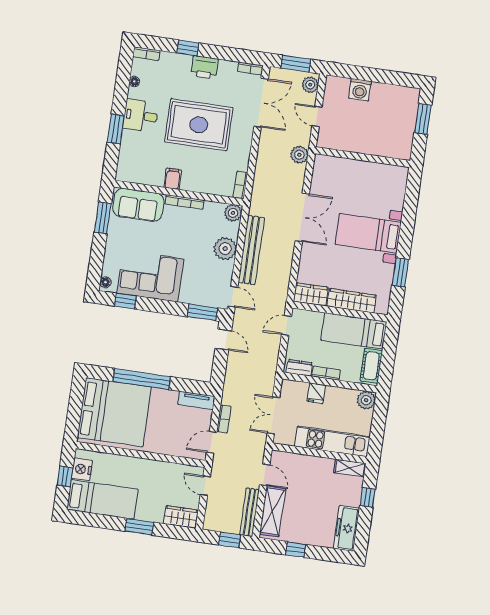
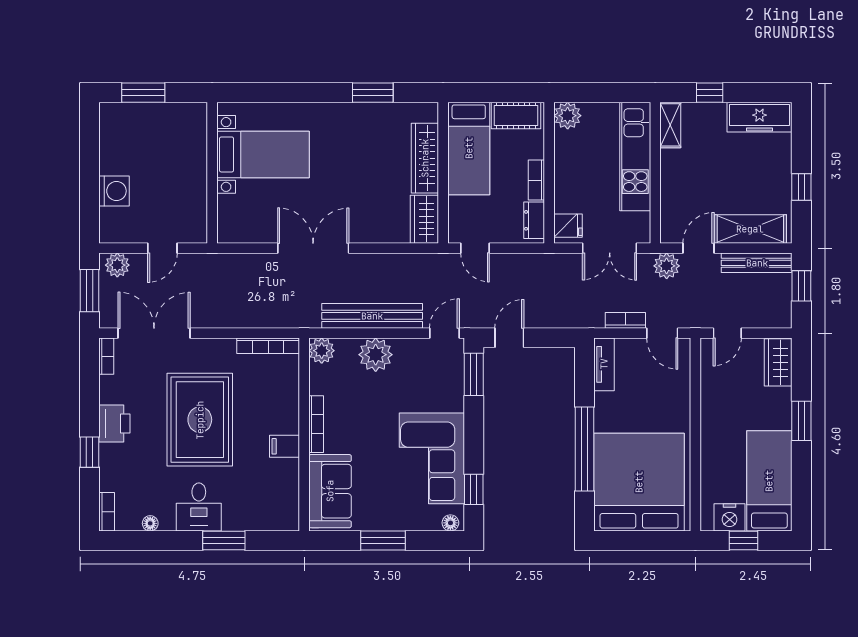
plant: (299, 155) -> (667, 266), moved
bookcase: (240, 185) -> (268, 346), width x1.56
window: (103, 218) -> (383, 540), moved
bed with nightstands: (368, 233) -> (263, 154), moved, turned -90
fridge: (316, 393) -> (568, 226), moved

